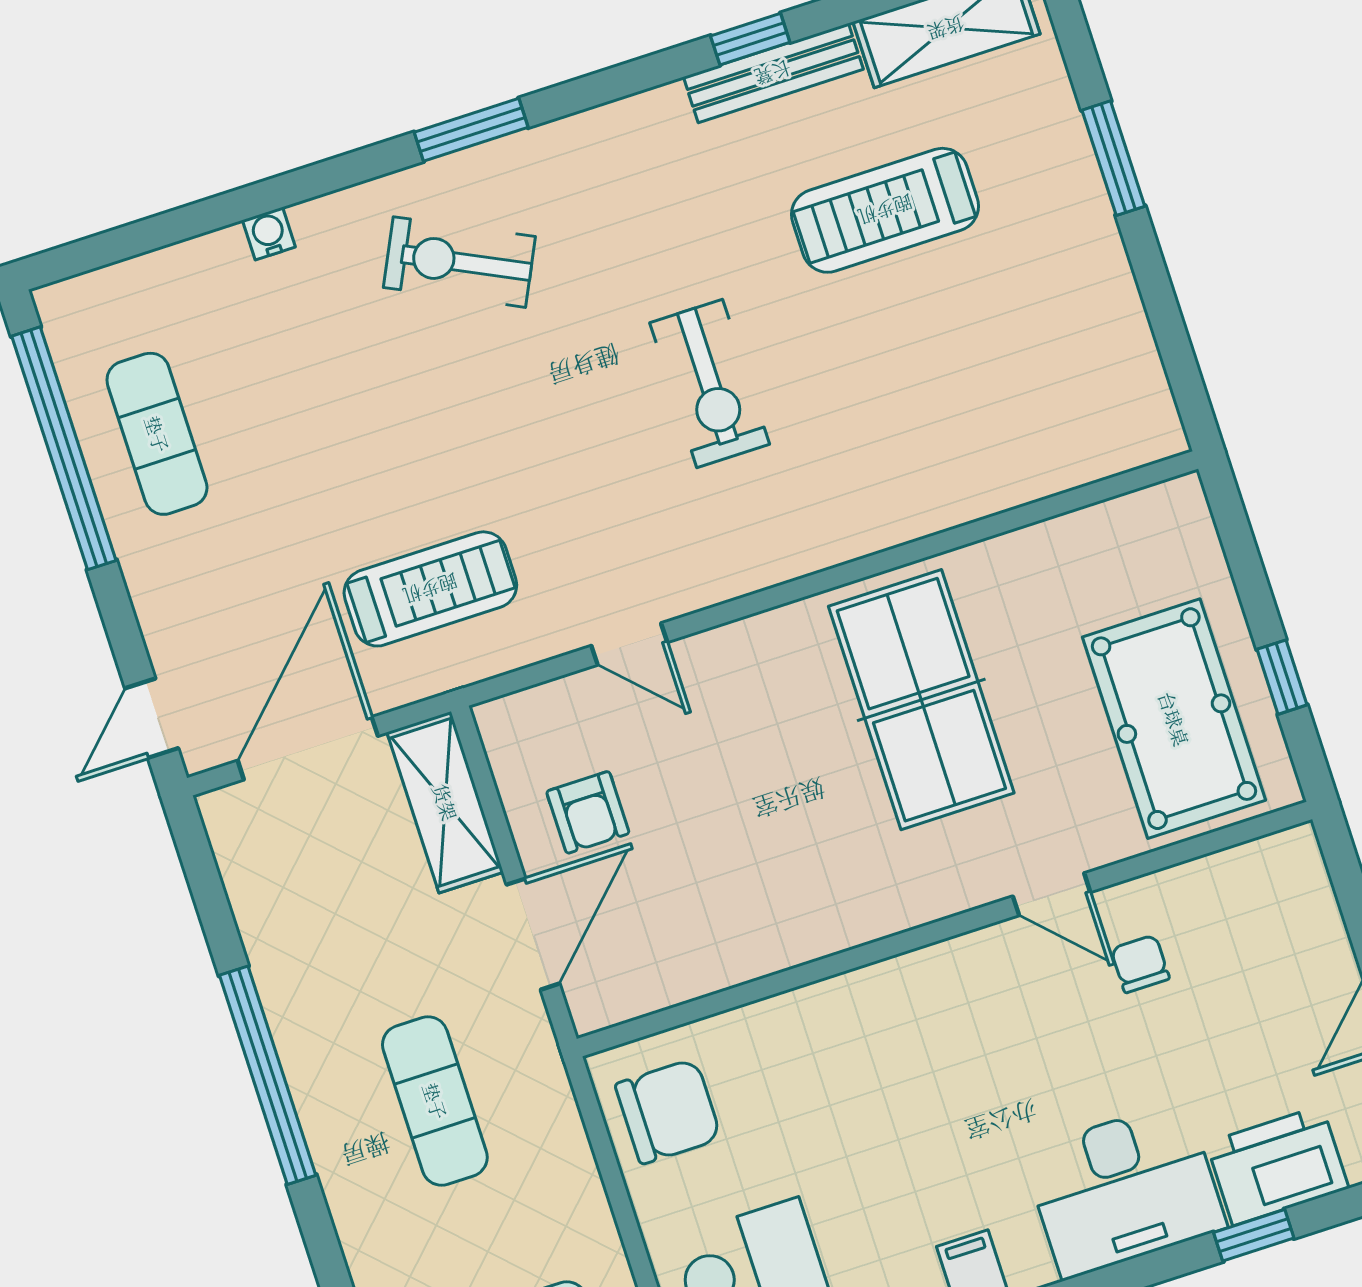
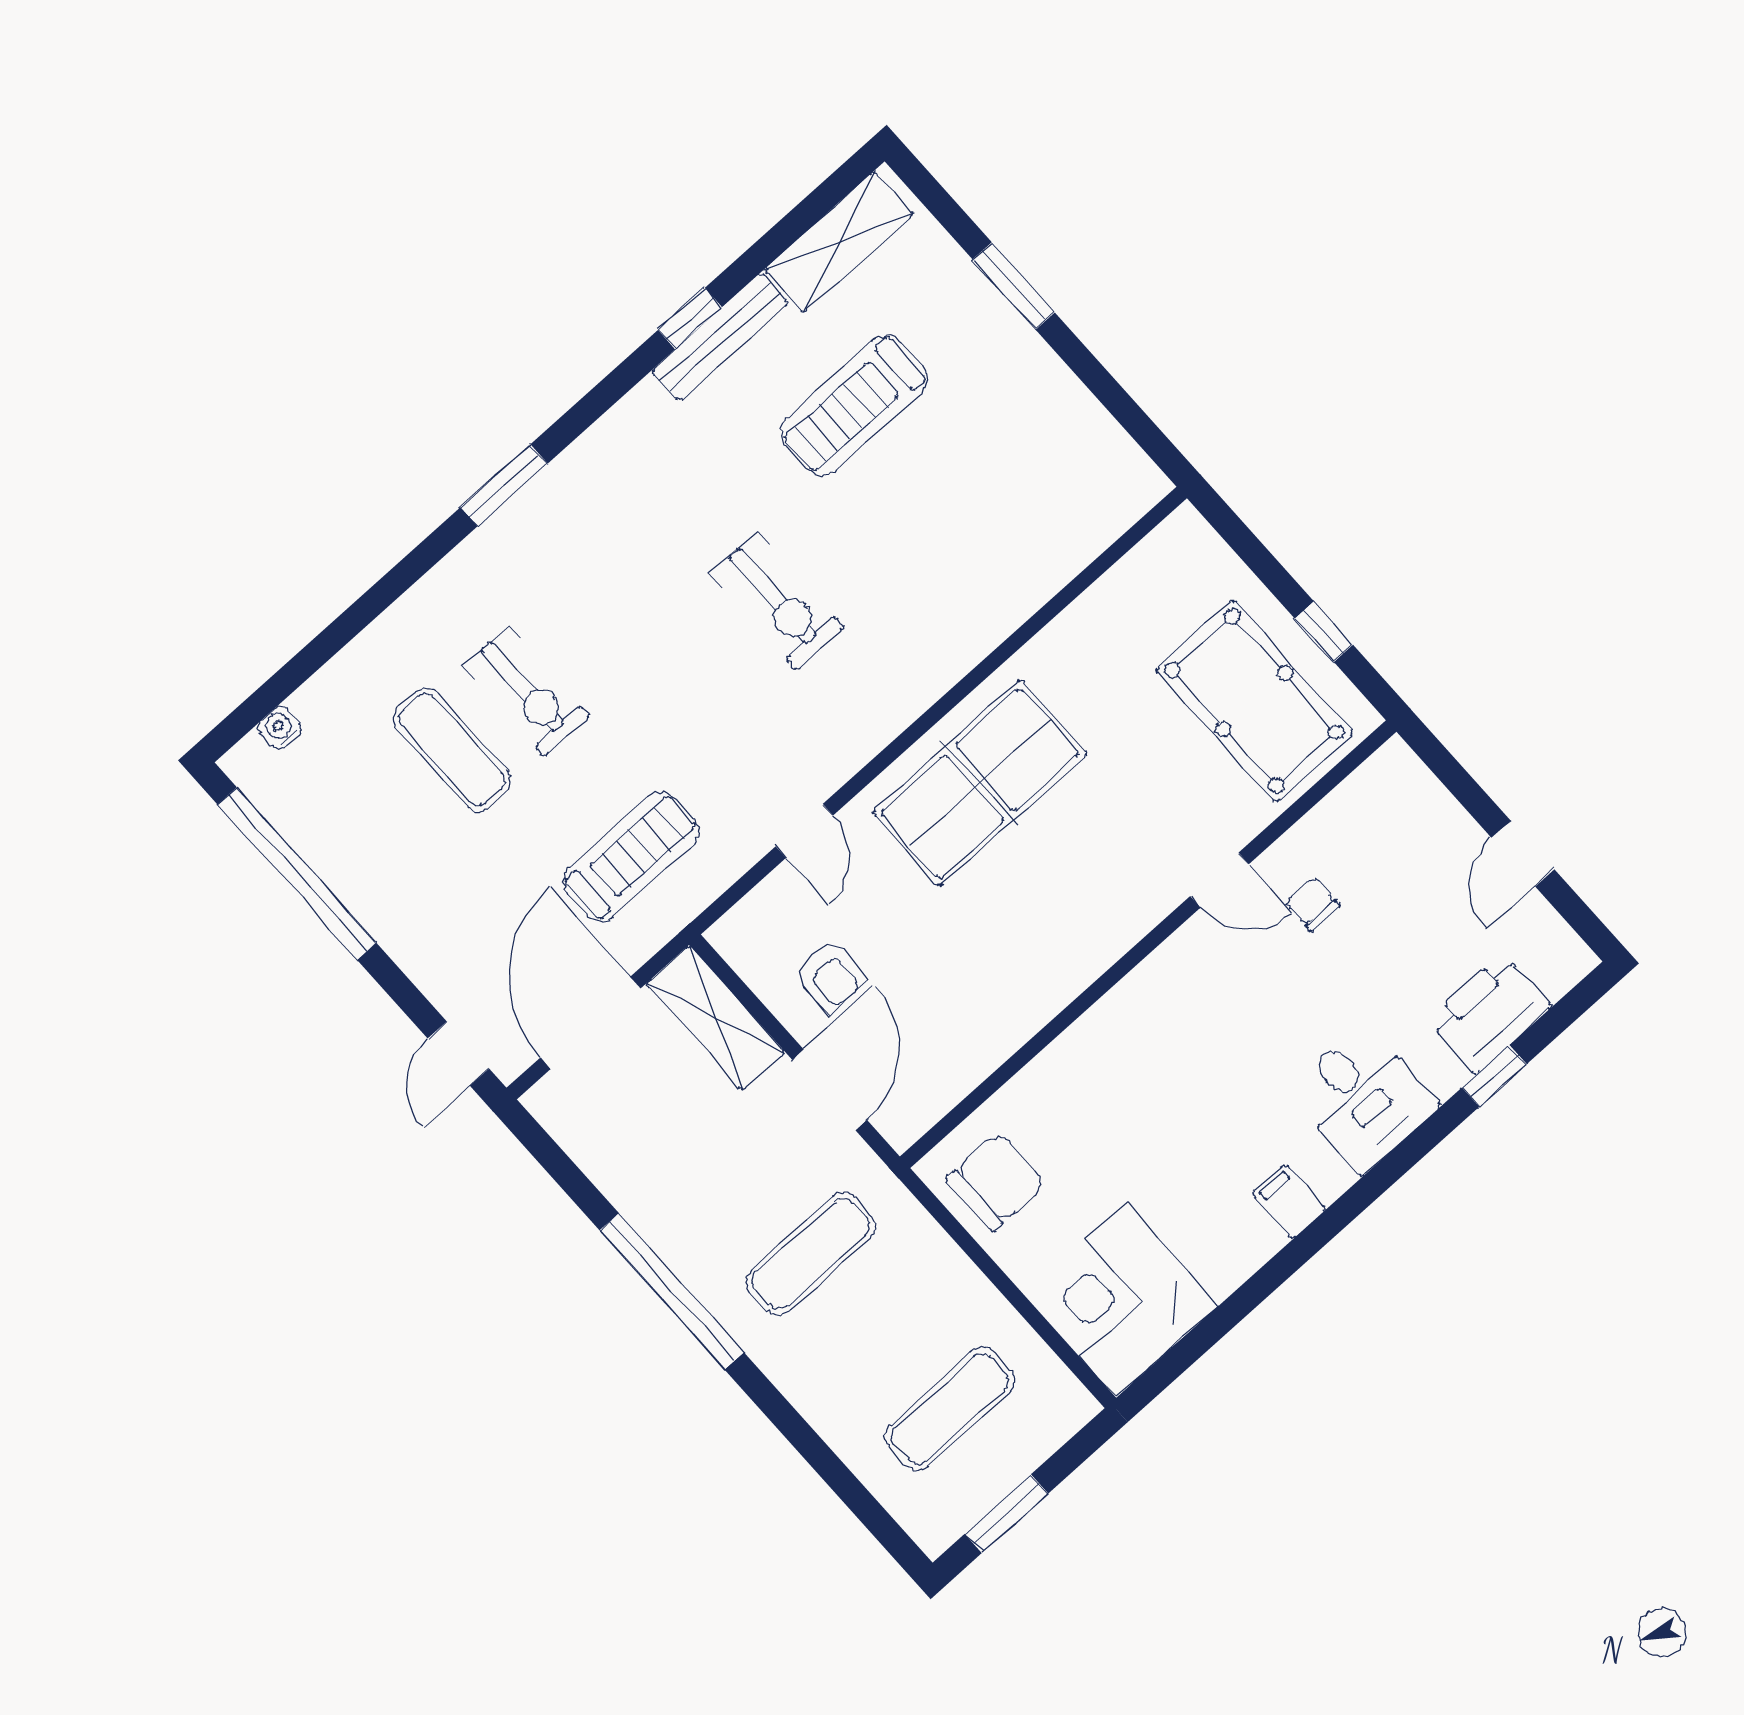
water cooler: (269, 234) -> (280, 728), moved
exercise bike: (459, 262) -> (526, 691), moved, turned -116
exercise mat: (157, 434) -> (452, 749), moved
door: (629, 644) -> (804, 831), hinge flipped
table tennis table: (921, 700) -> (980, 783), moved, turned 90
exercise mat: (435, 1101) -> (811, 1254), turned 90
desk: (1124, 1189) -> (1363, 1098), width x0.73

